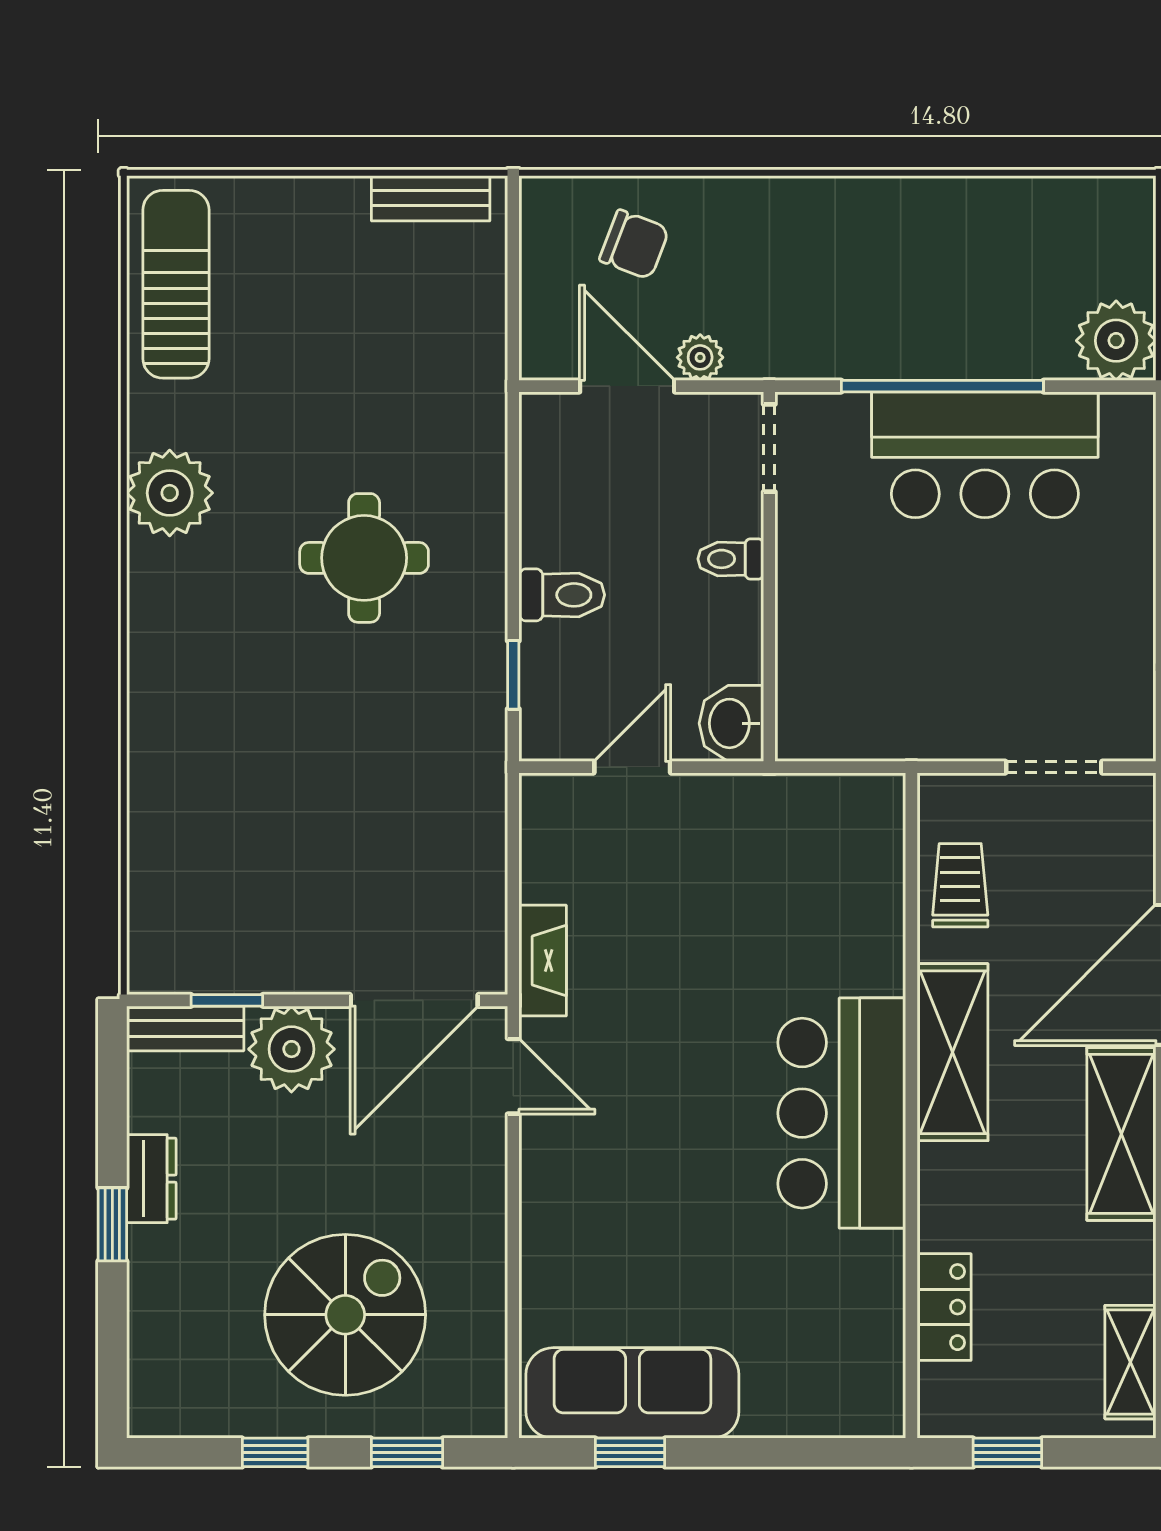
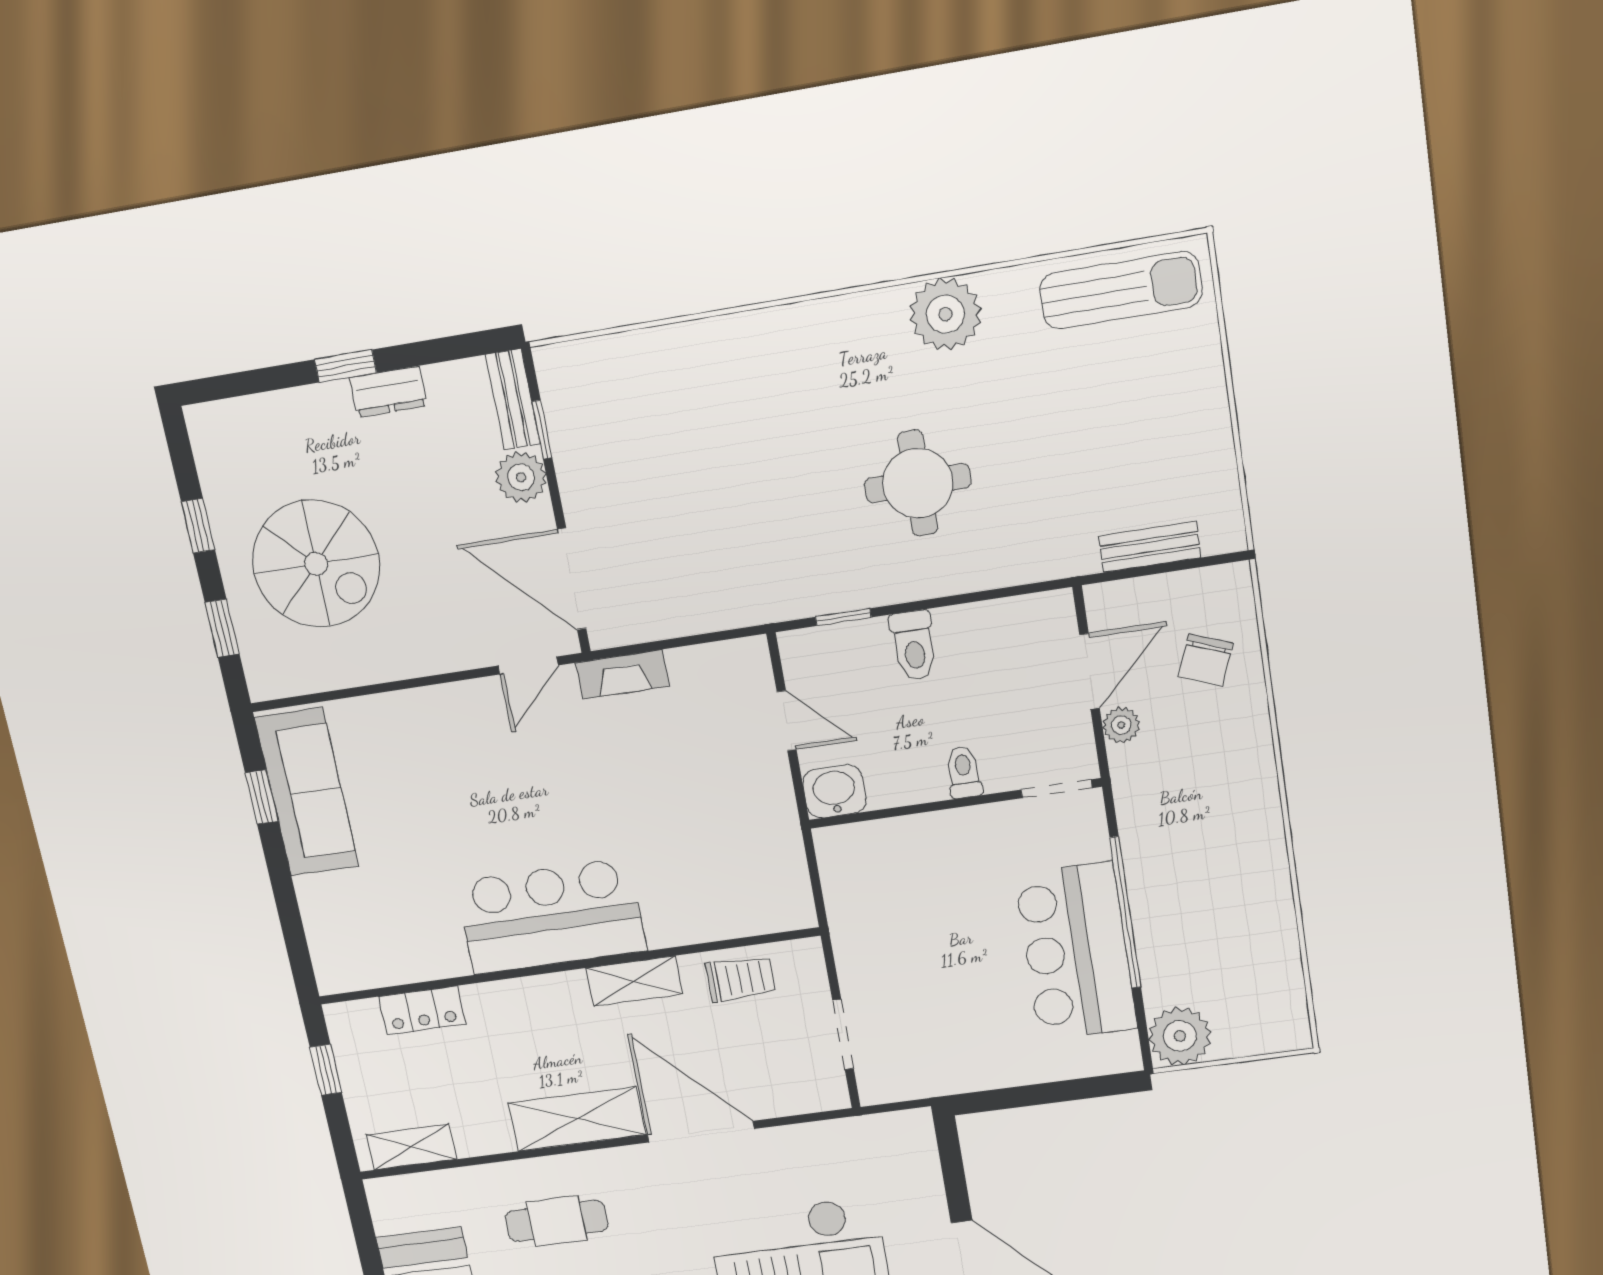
bench: (431, 198) -> (1150, 547), moved, turned 90
plant: (291, 1049) -> (521, 477), width x0.73, depth x0.73
shelving: (952, 1052) -> (634, 981), width x0.67, depth x0.75

